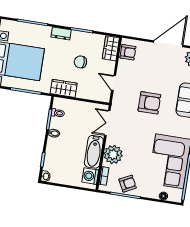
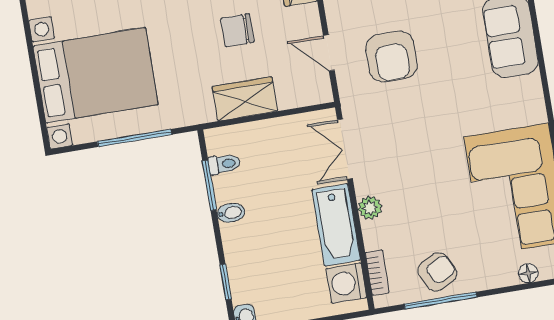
wardrobe: (64, 88) -> (245, 99), moved
armchair: (149, 103) -> (392, 57), moved, turned 90
plant: (113, 154) -> (370, 208), width x0.53, depth x0.53

